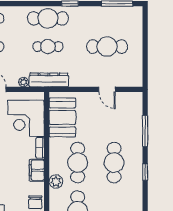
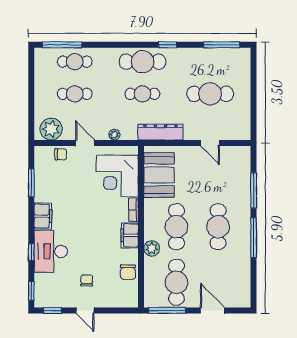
dresser: (49, 80) -> (160, 132), moved
window: (145, 172) -> (254, 238), width x2.17

